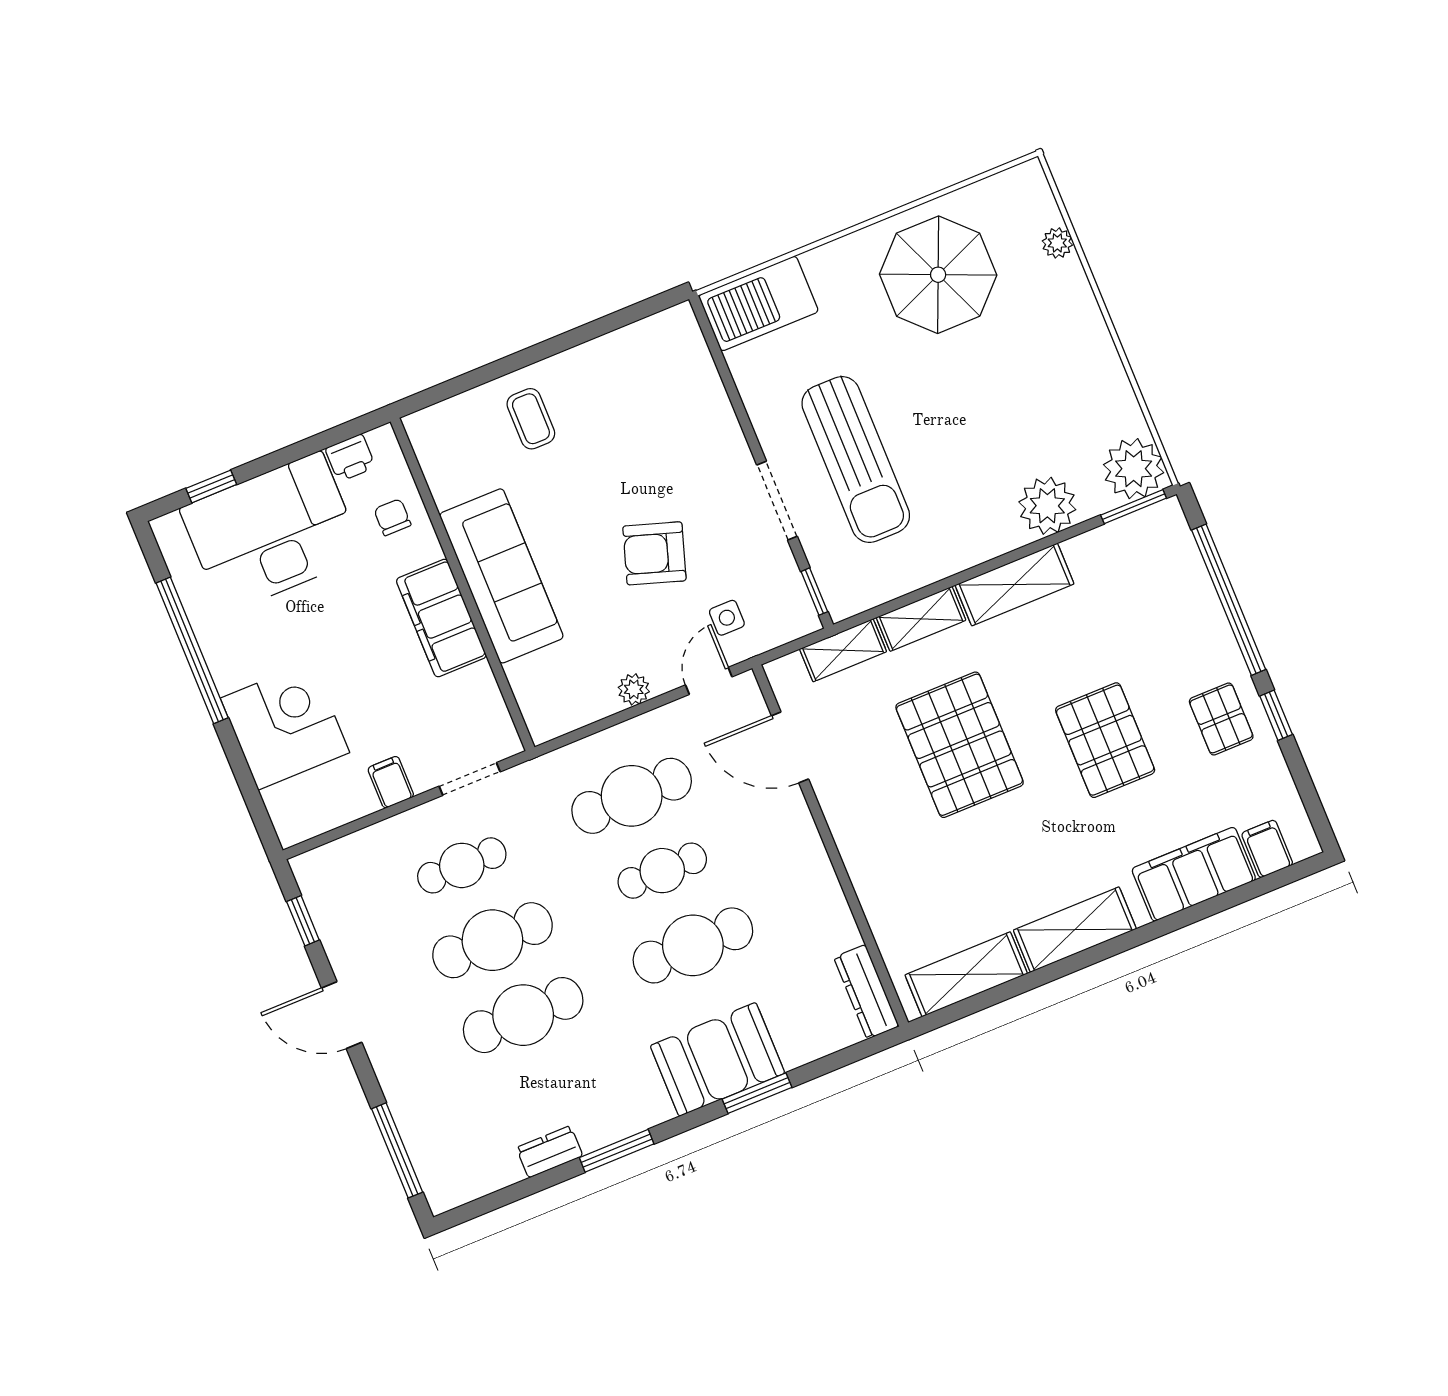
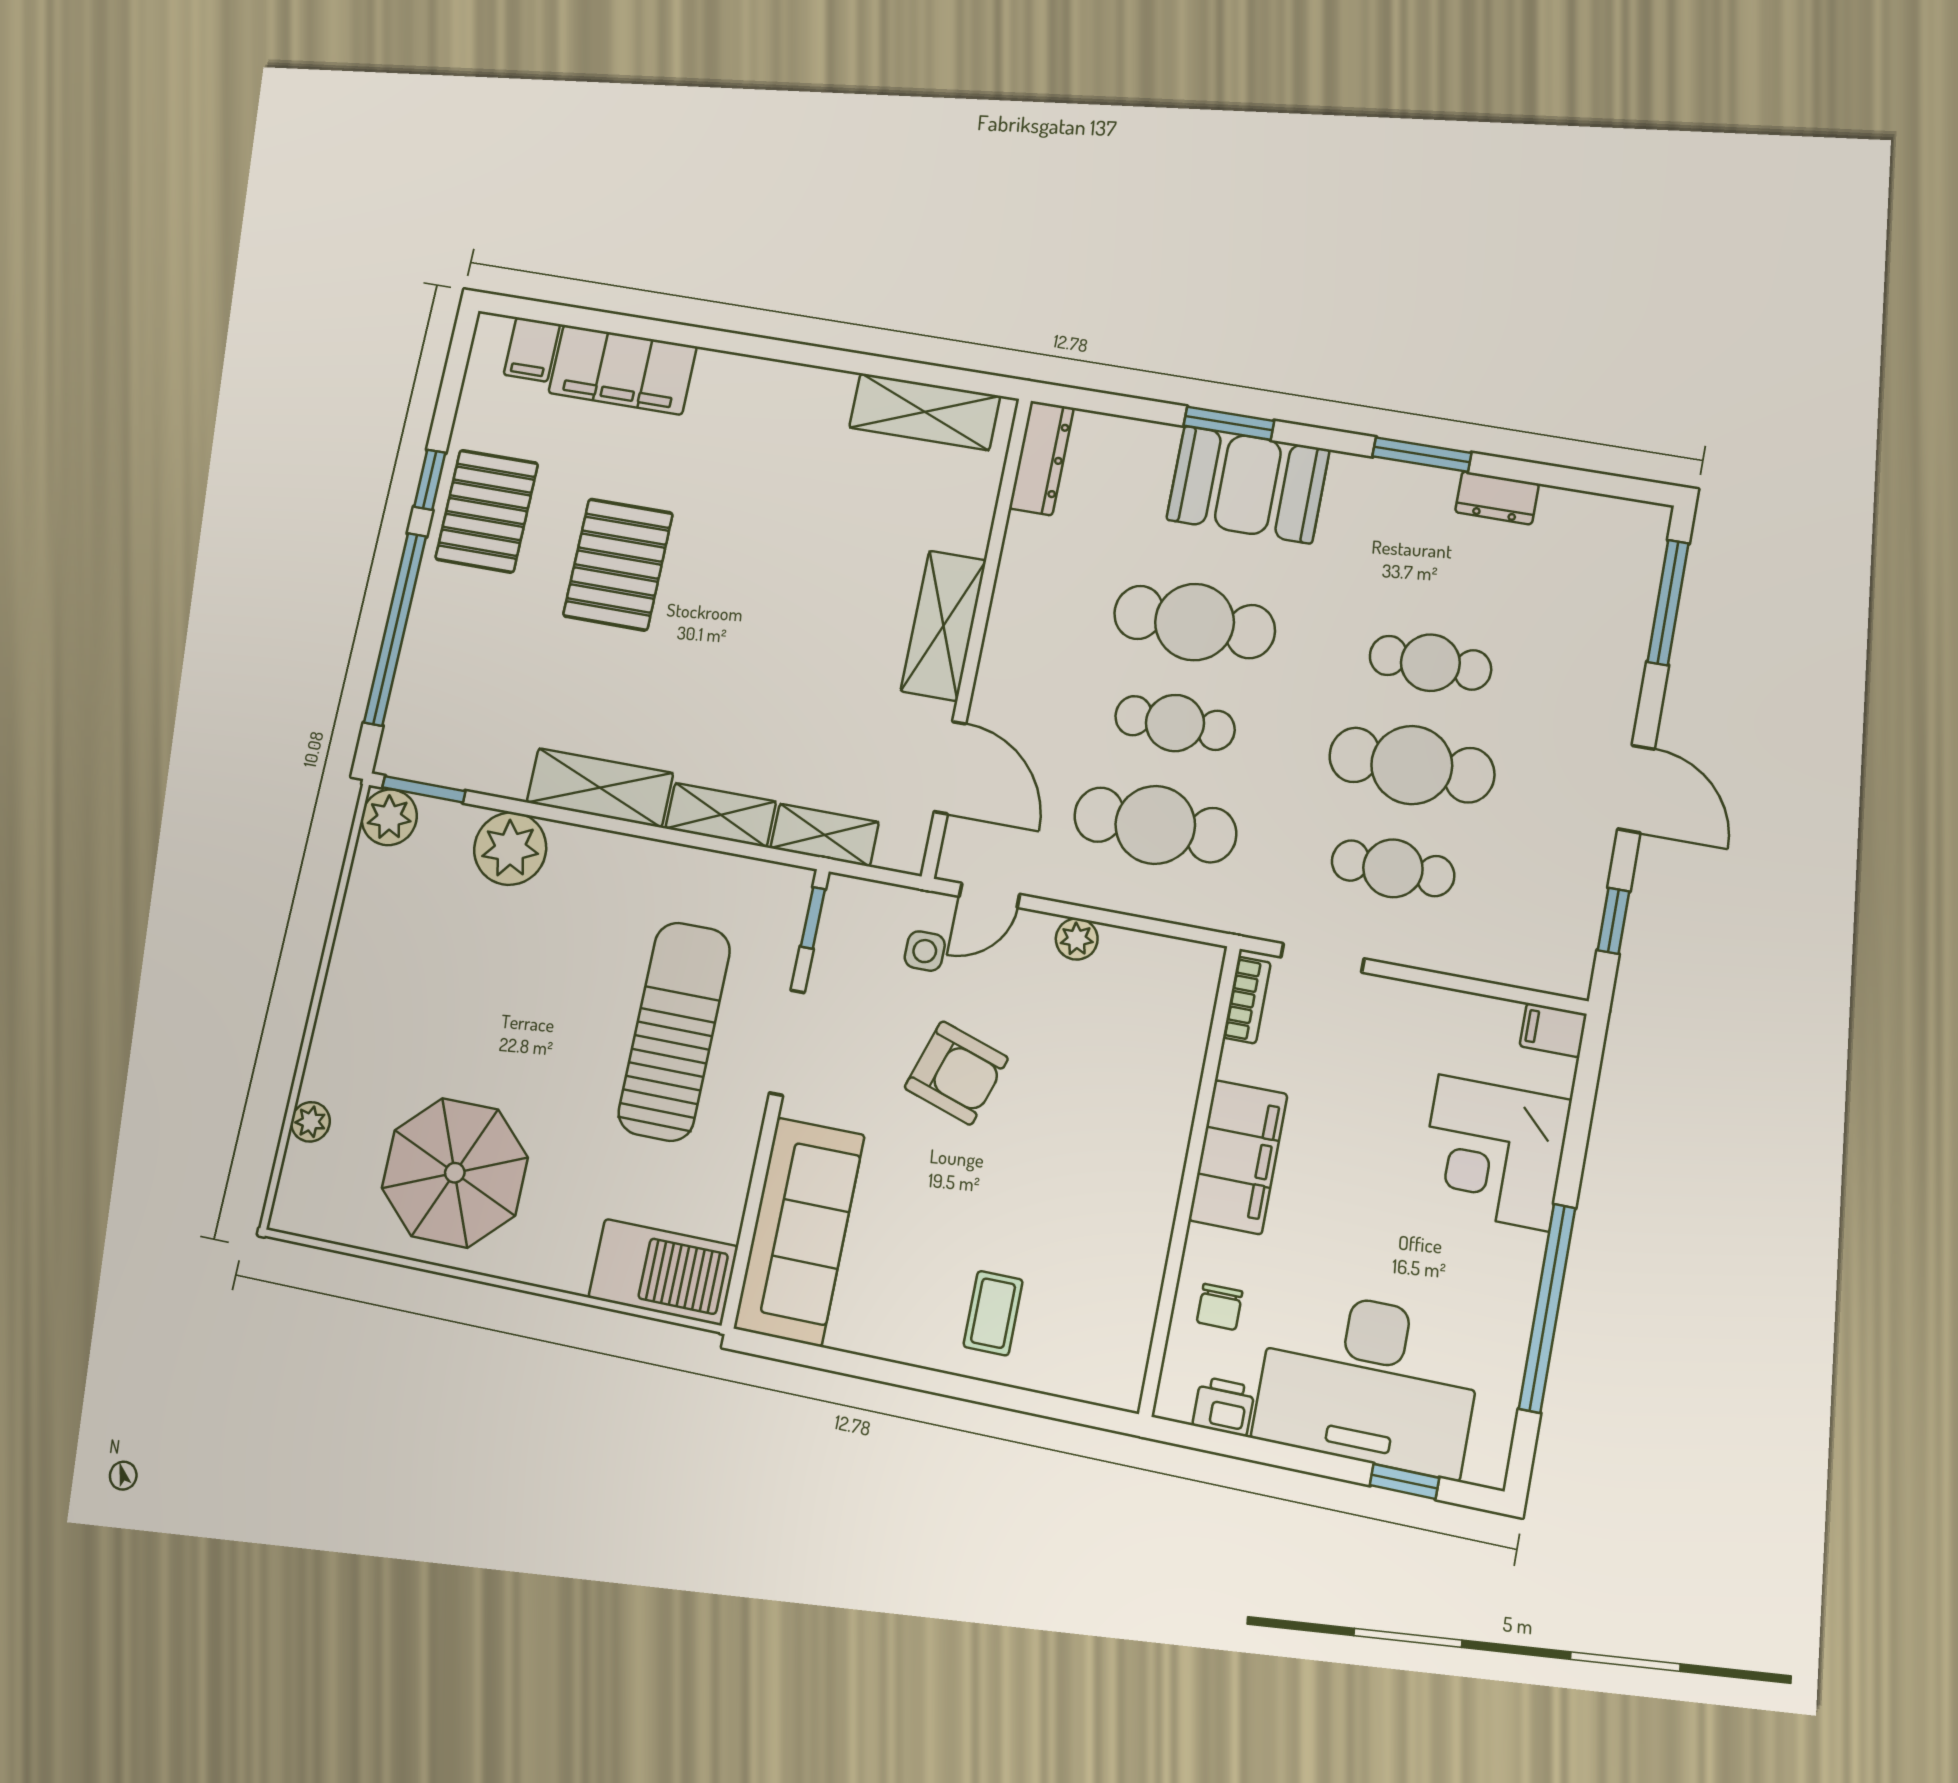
plant: (1134, 469) -> (389, 817), width x0.73, depth x0.73
sofa: (501, 576) -> (799, 1231), moved, turned 180
pallet: (1221, 719) -> (487, 511), width x1.50, depth x1.42
bookcase: (500, 721) -> (1247, 1000), added
pallet: (960, 745) -> (770, 656), removed
filing cabinet: (391, 782) -> (1553, 1030), moved, turned 90
shelving: (1075, 930) -> (943, 626), moved, turned 90
cafe table: (523, 1015) -> (1430, 663), width x0.73, depth x0.74

